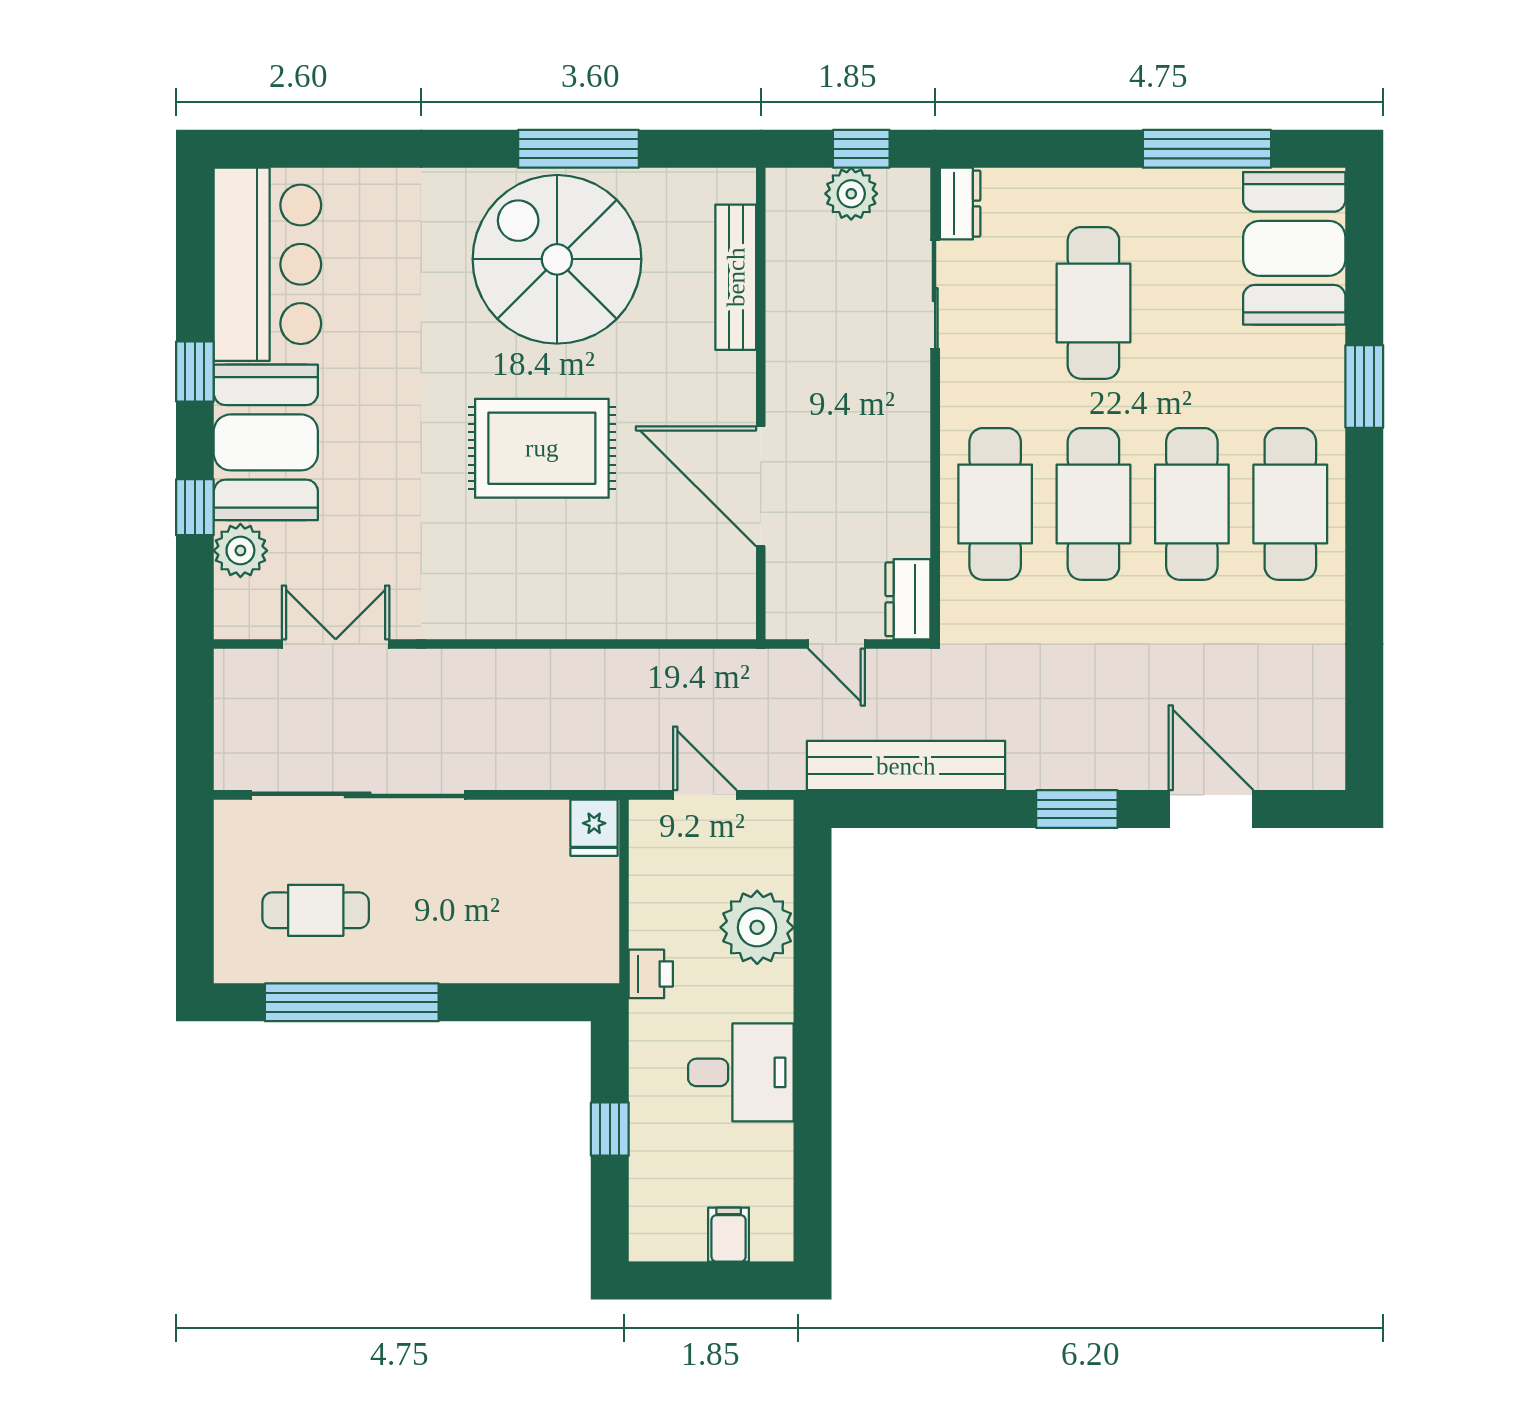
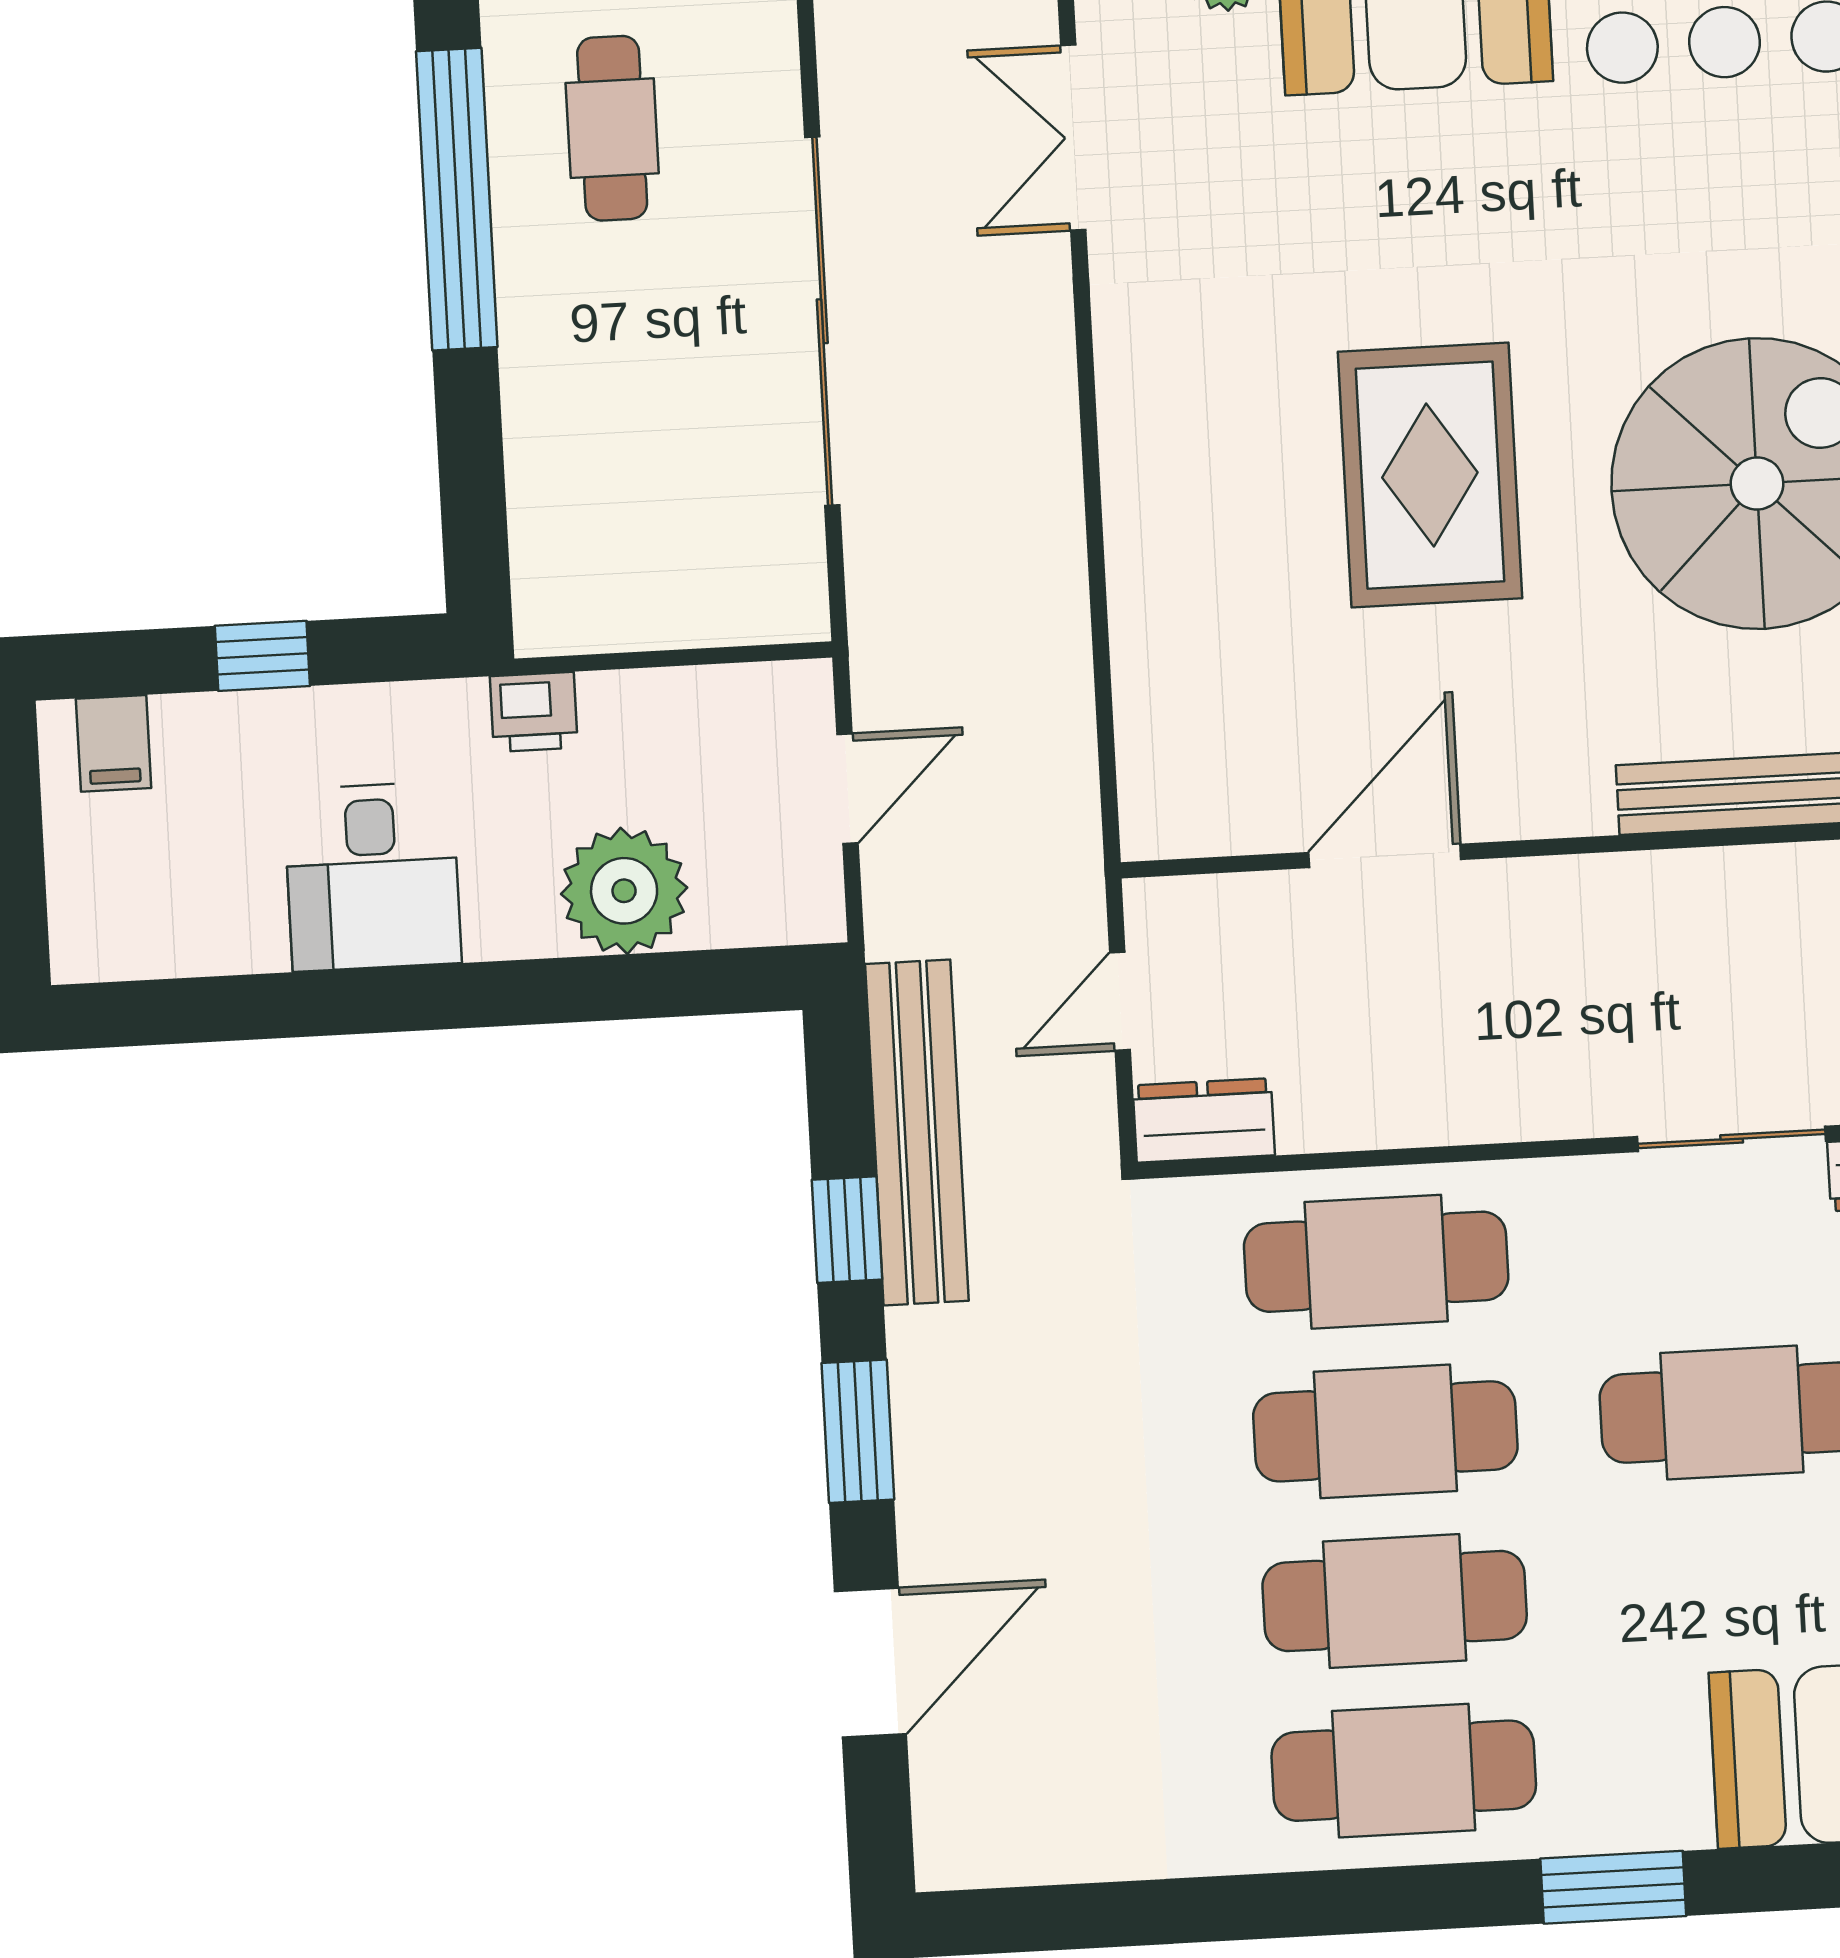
door: (761, 486) -> (1385, 856), width x0.73
double door: (336, 644) -> (1073, 138), swing flipped
sliding door: (358, 795) -> (822, 321), moved
window: (960, 809) -> (847, 1230), added
fridge: (594, 828) -> (781, 601), removed
filing cabinet: (729, 1235) -> (114, 743), moved, turned 90

